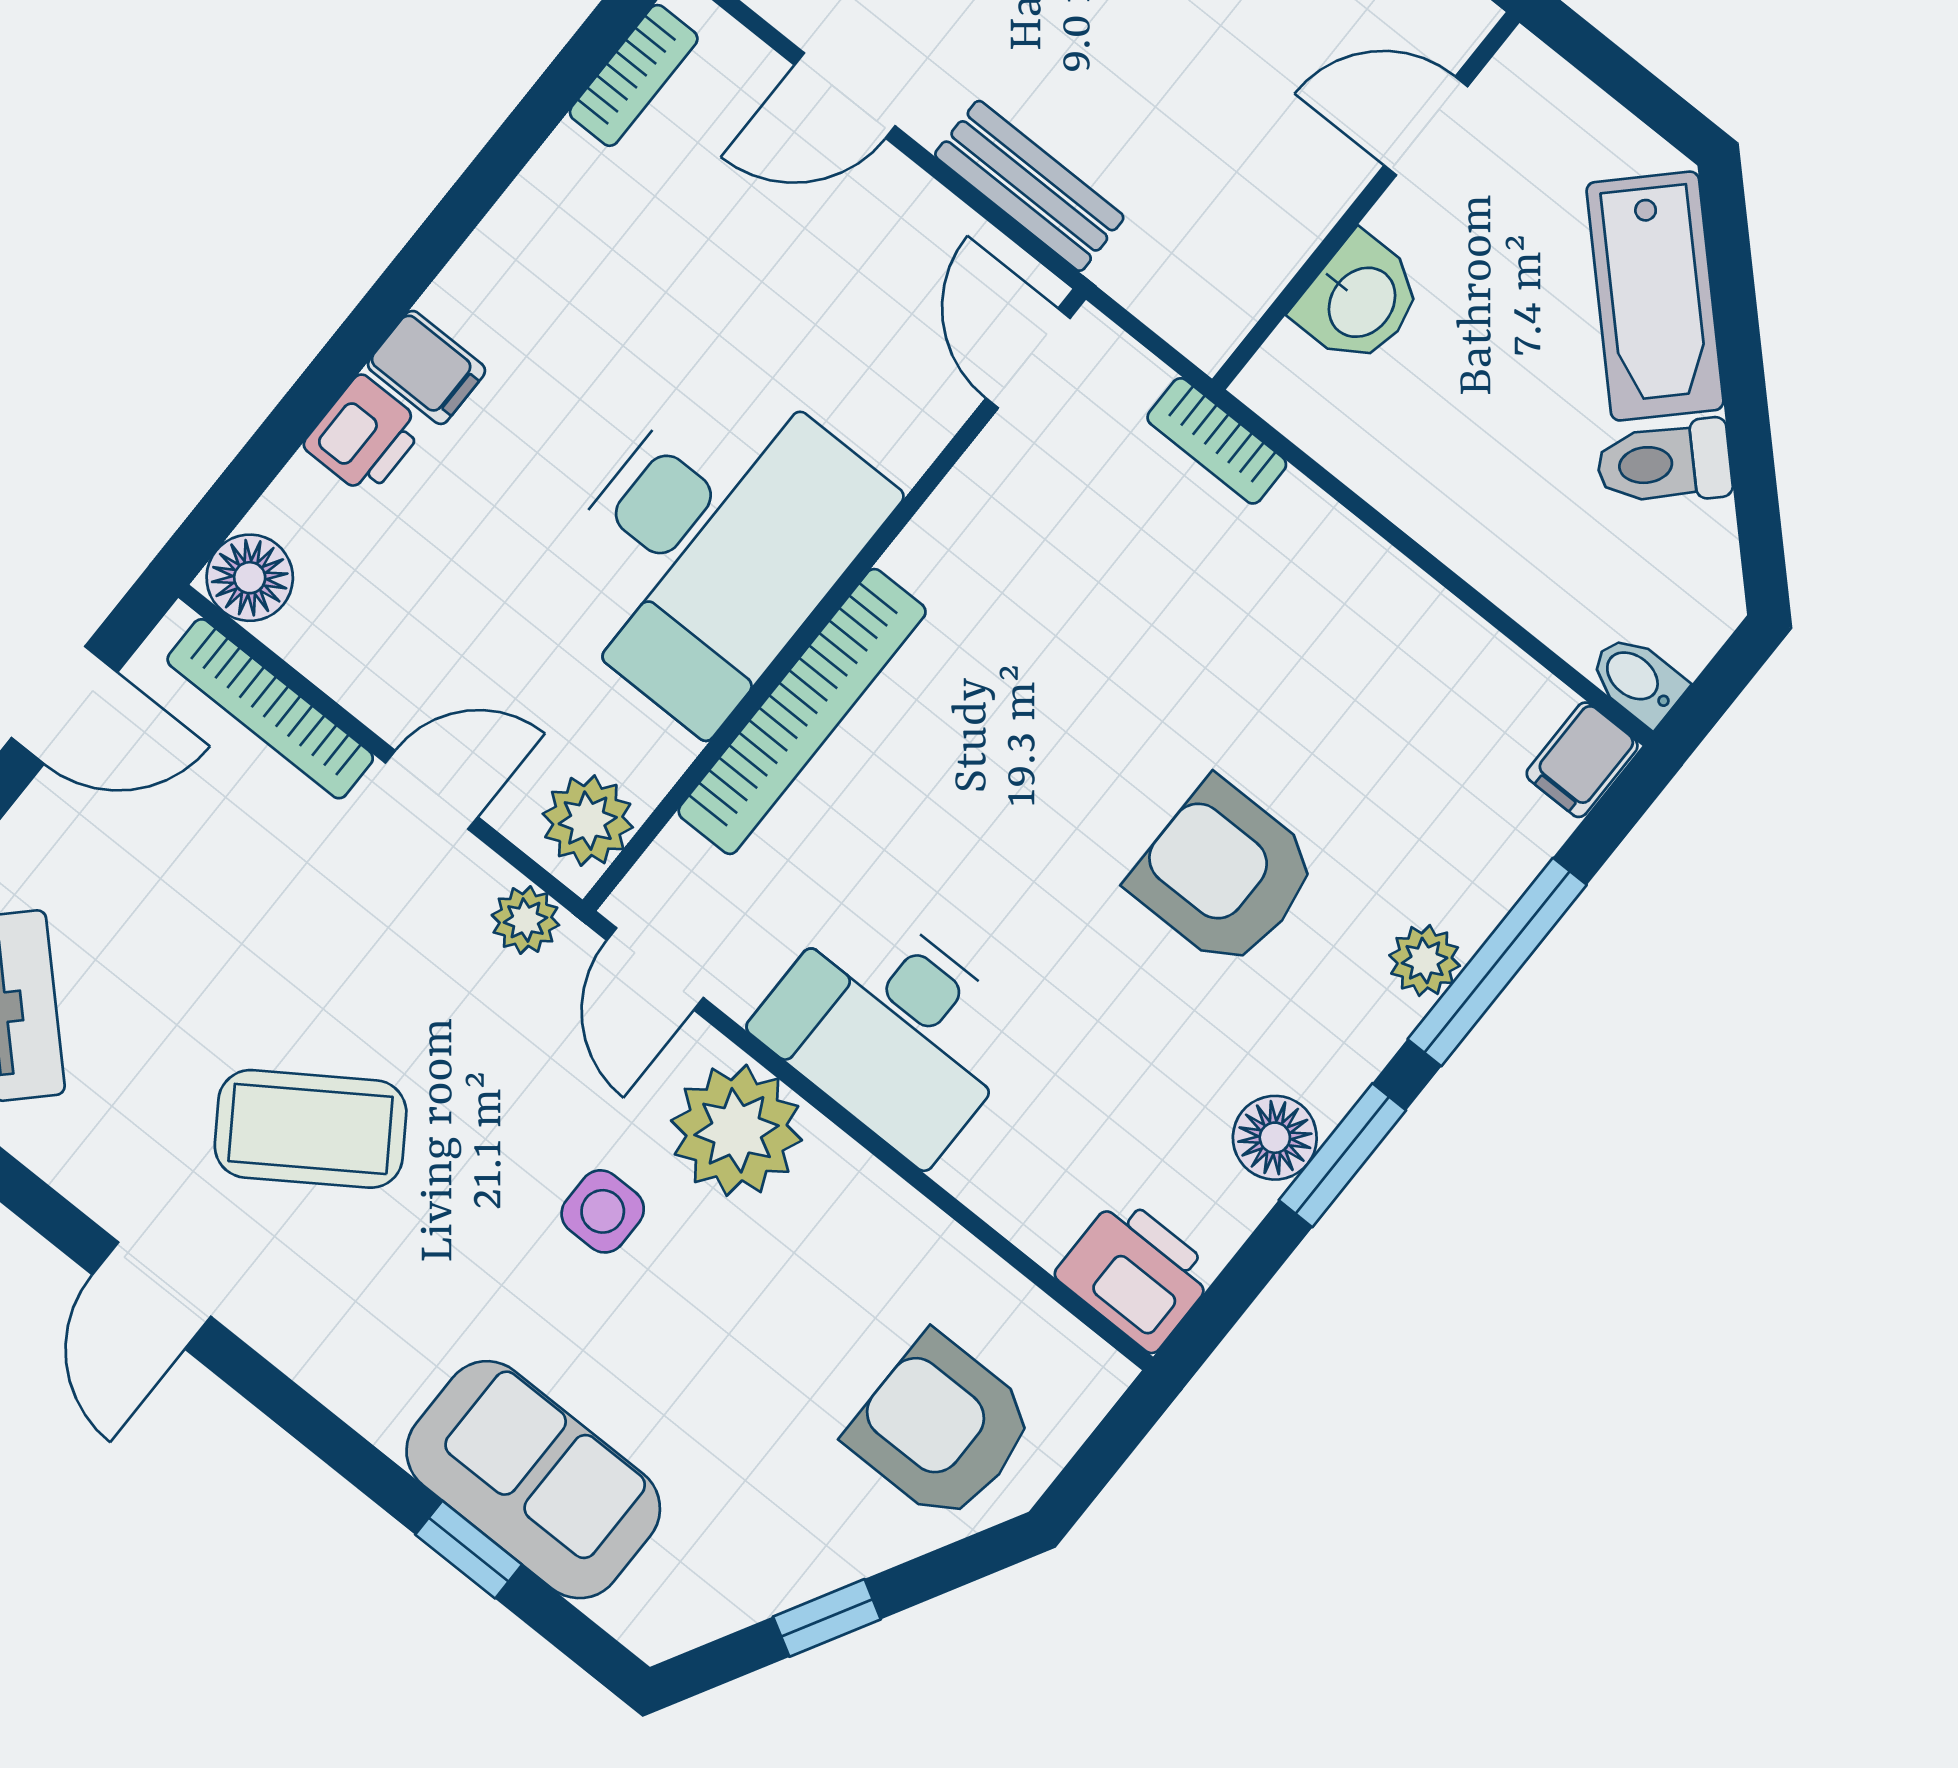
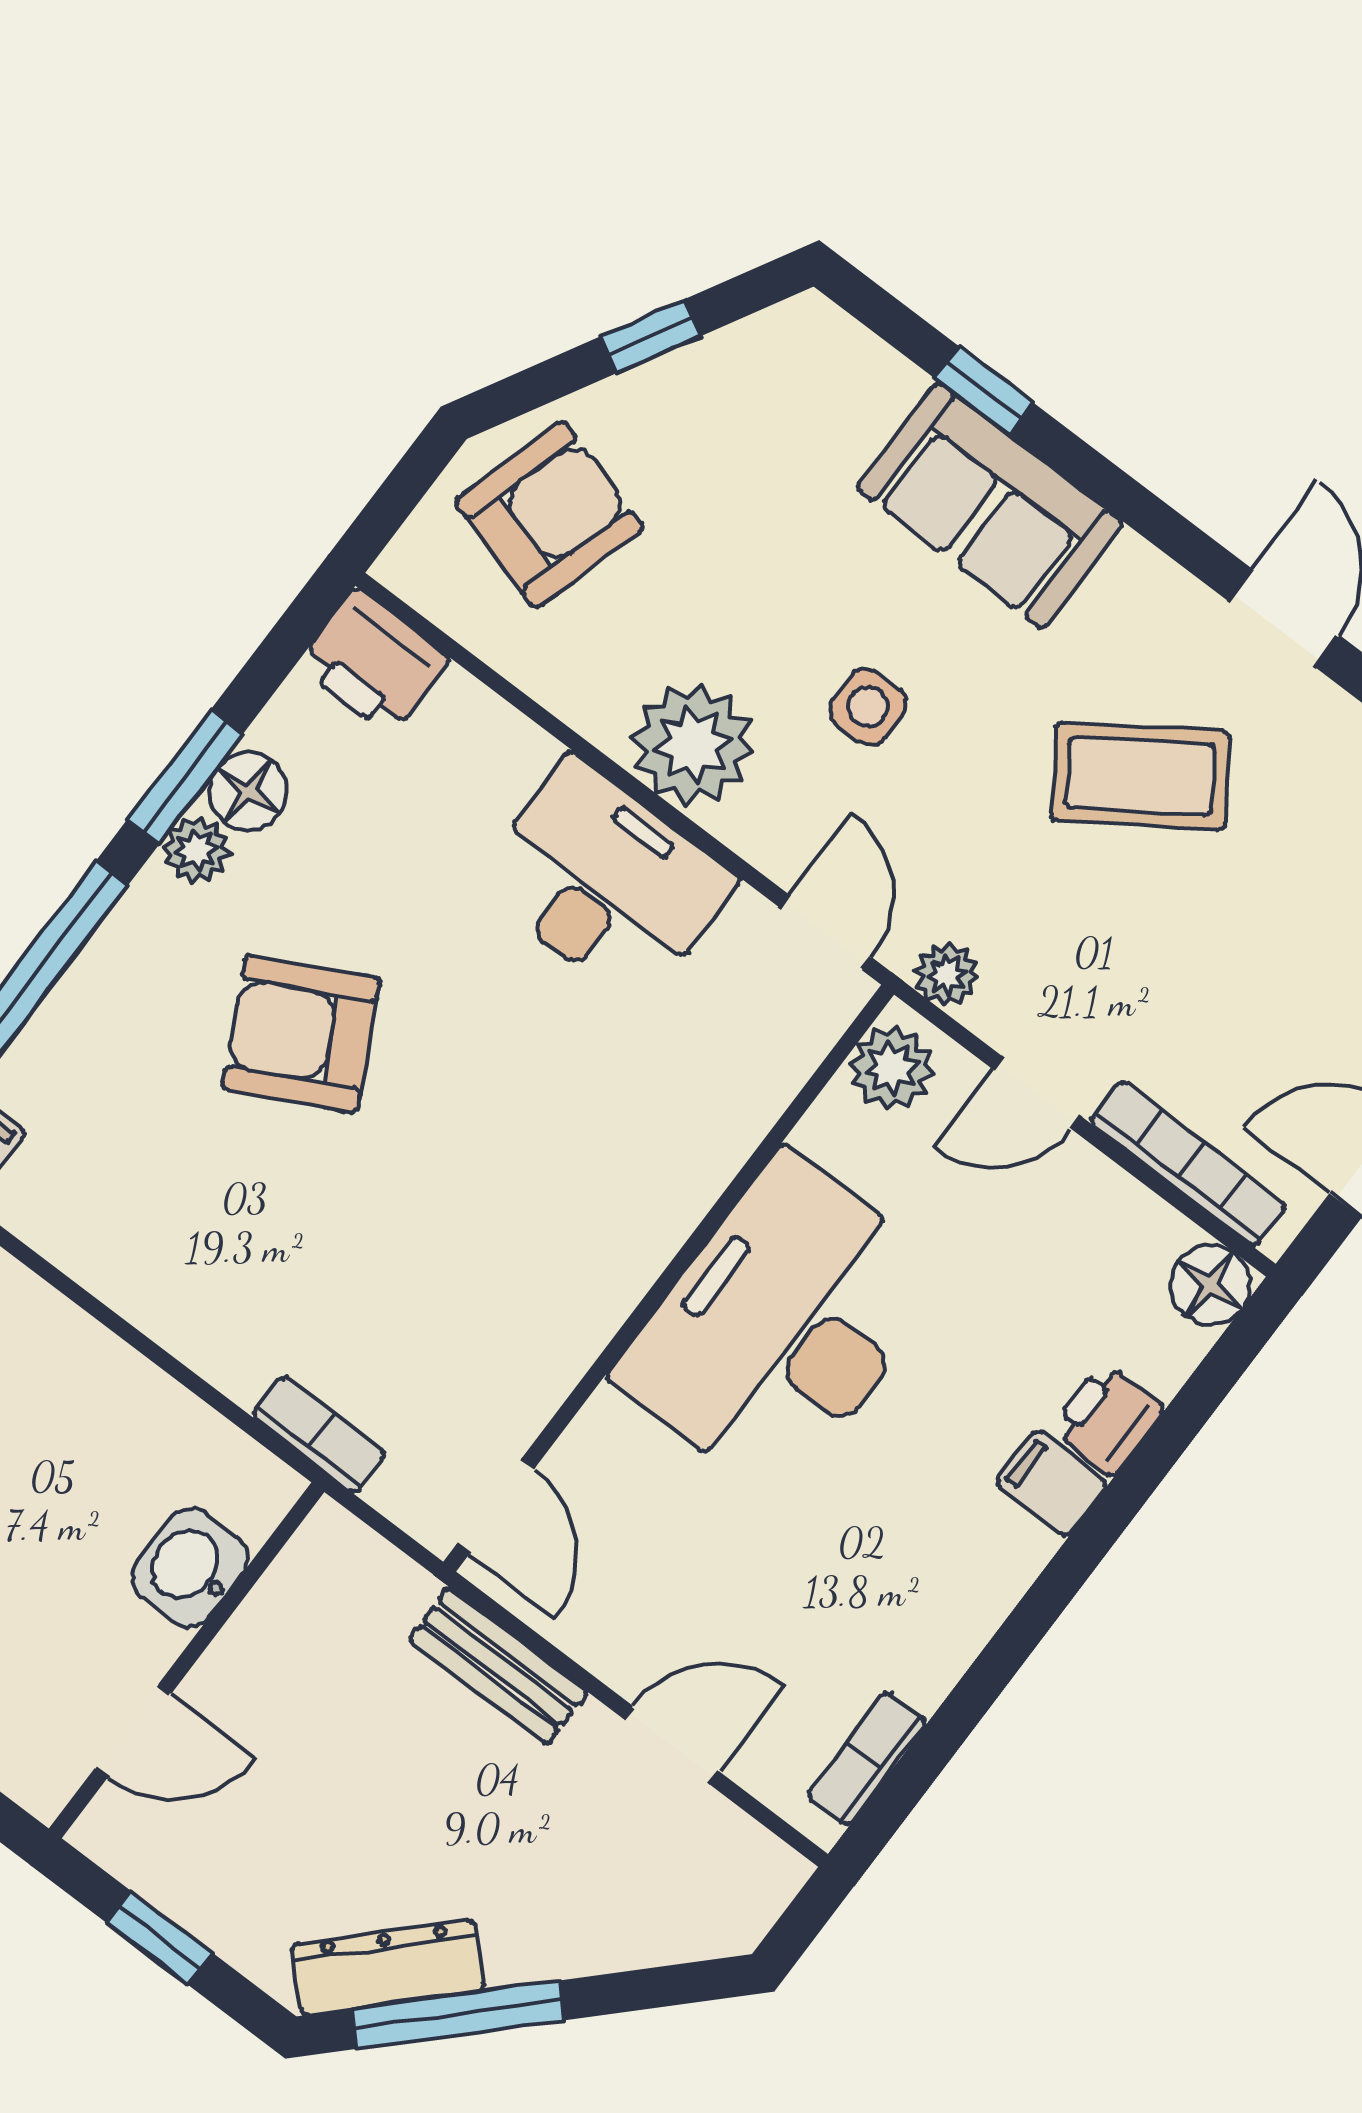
bookcase: (802, 711) -> (696, 1174), removed
armchair: (1224, 874) -> (301, 1034), turned 153
plant: (1425, 960) -> (196, 850), moved
plant: (737, 1130) -> (693, 744), moved
armchair: (942, 1428) -> (549, 515), turned -74
sofa: (533, 1480) -> (990, 505), moved

